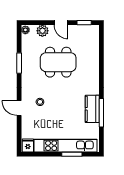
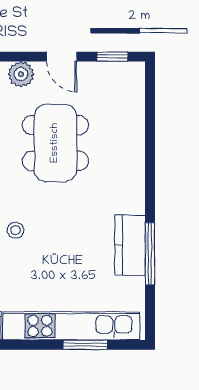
dining table: (58, 62) -> (55, 143), turned 90

